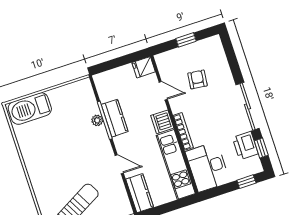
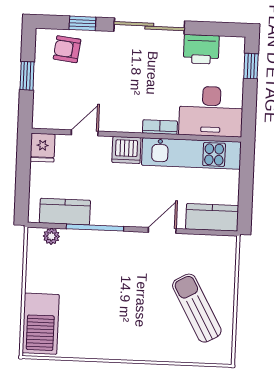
armchair: (197, 79) -> (67, 49), moved
kitchen counter: (115, 118) -> (65, 212), moved
plant: (97, 120) -> (51, 236), moved
bookcase: (183, 131) -> (160, 127), width x0.64
window: (261, 148) -> (82, 23), moved

